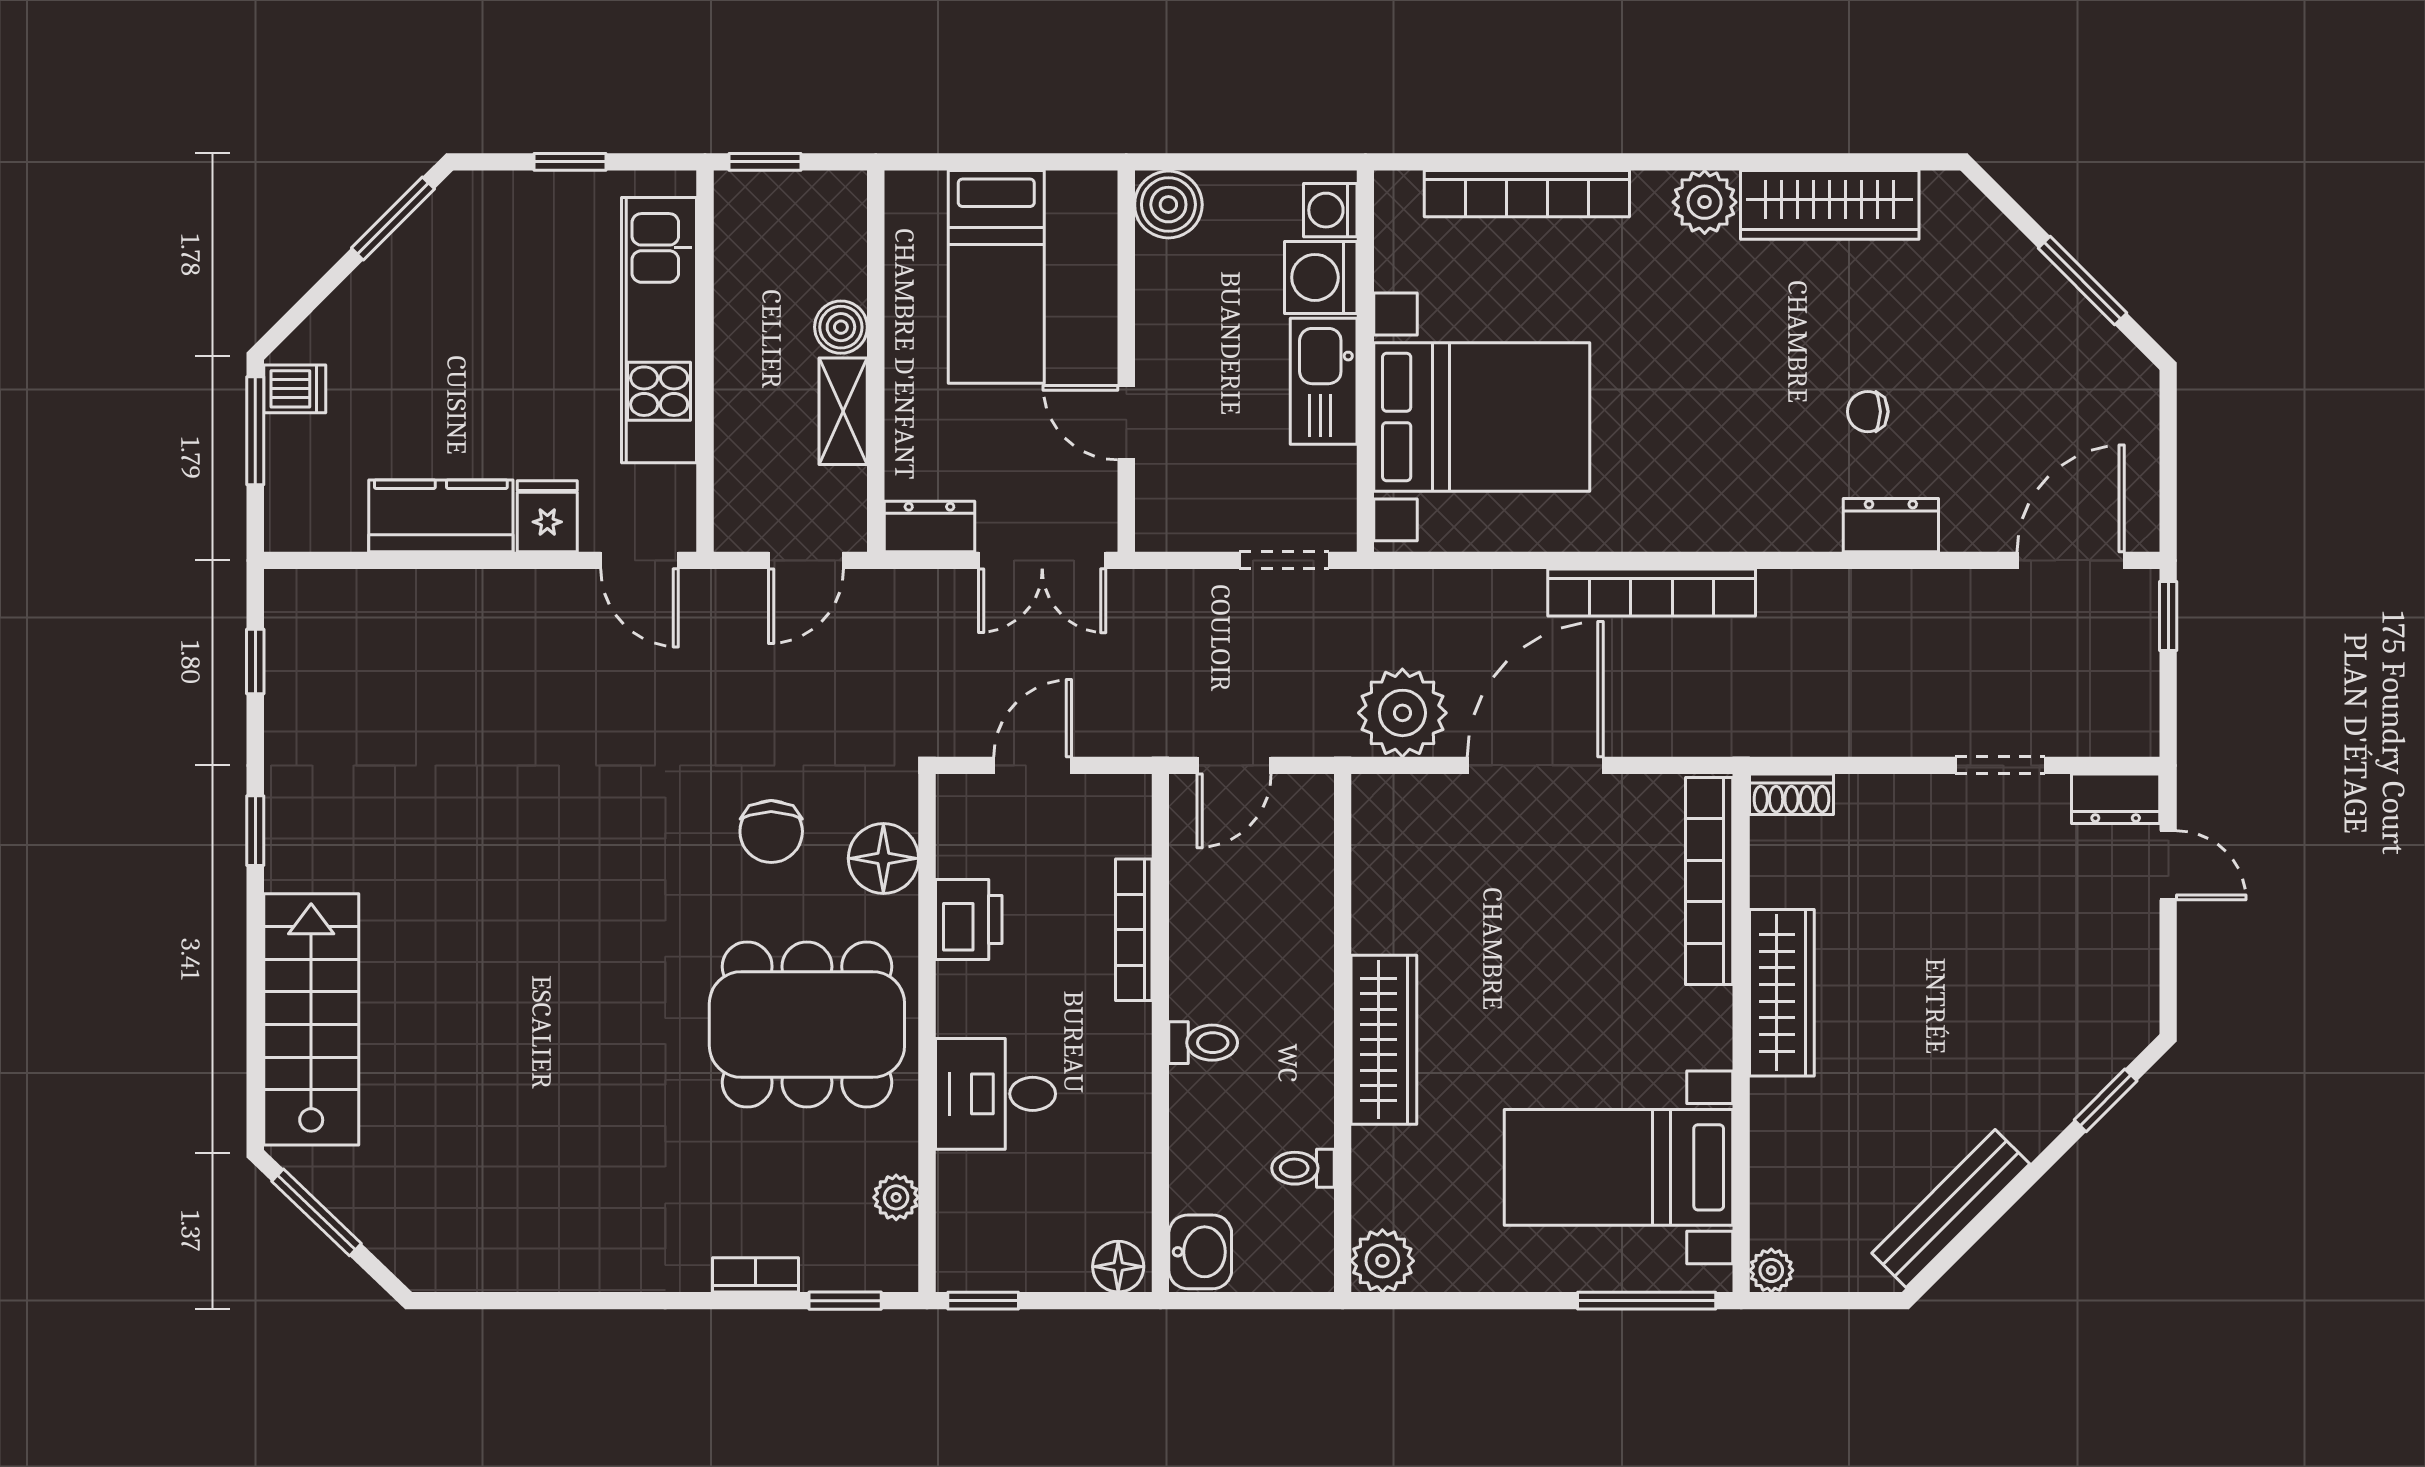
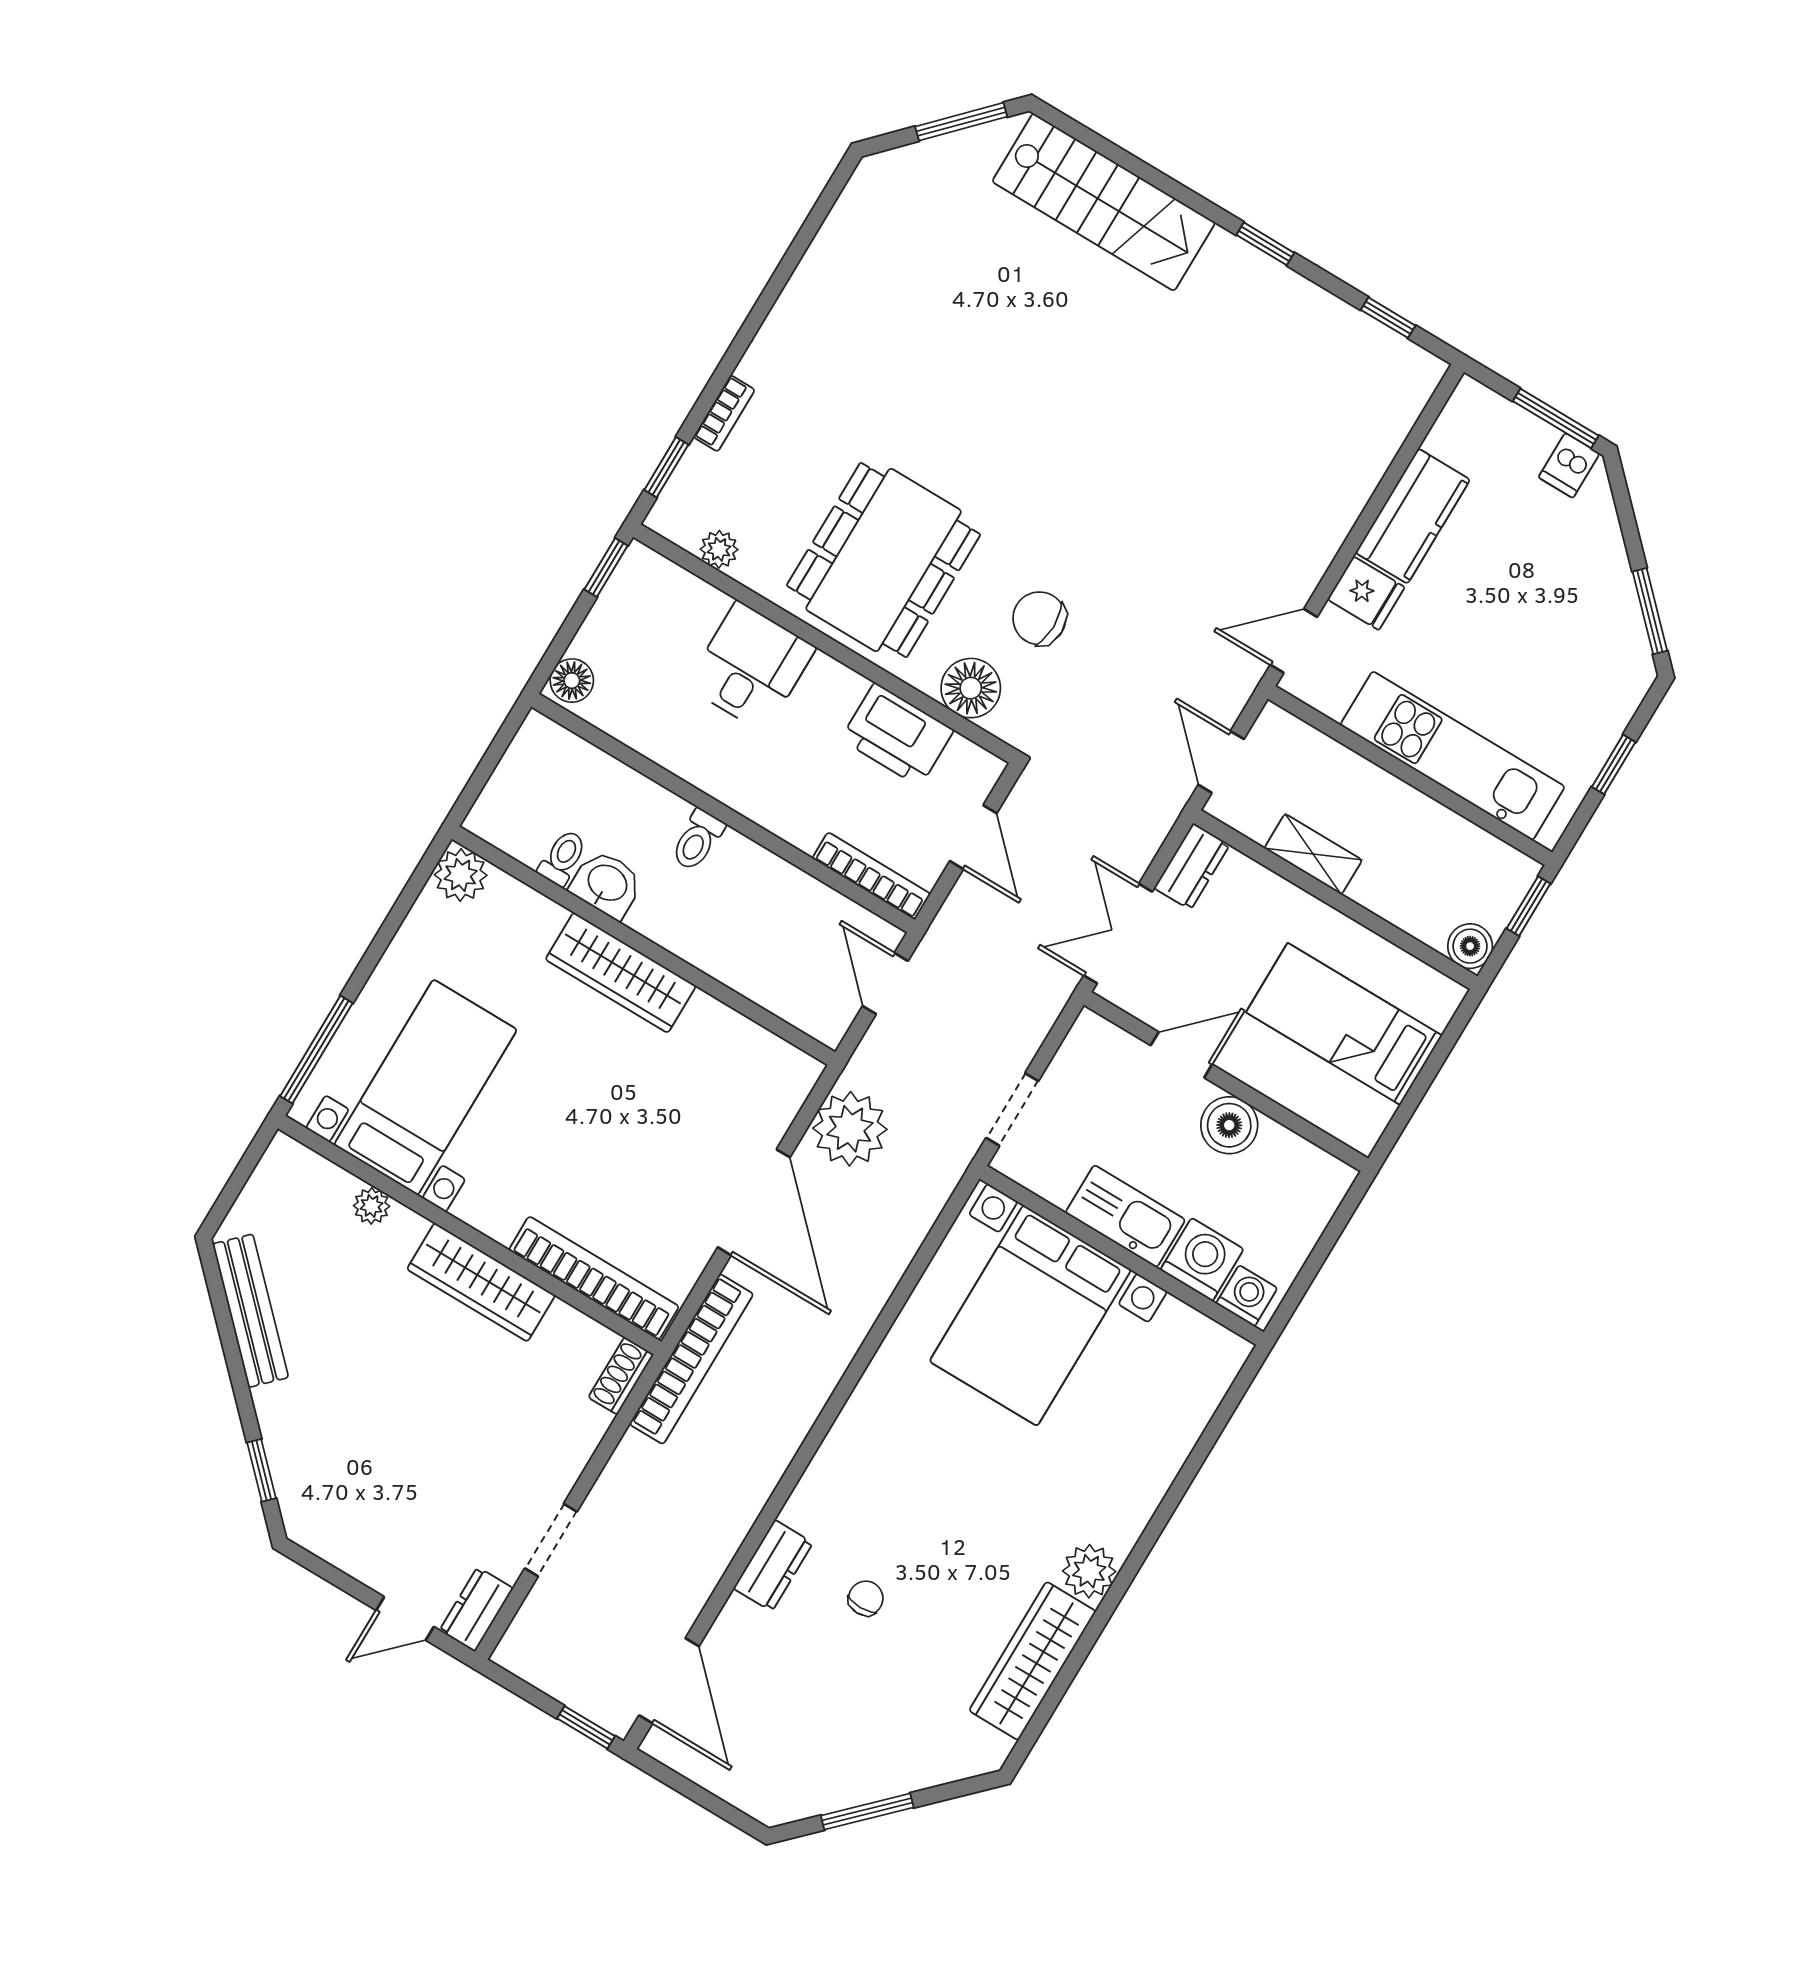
bookcase: (1527, 194) -> (1173, 1446), removed
boiler: (1168, 205) -> (1229, 1125), moved
boiler: (841, 327) -> (1470, 946), moved
bookcase: (1652, 593) -> (691, 1359), moved, turned 180
printer: (969, 920) -> (897, 735), width x1.37, depth x1.19
bookcase: (1134, 930) -> (871, 876), moved
washbasin: (1200, 1252) -> (607, 884), moved, turned 180
plant: (1771, 1270) -> (372, 1206), moved

